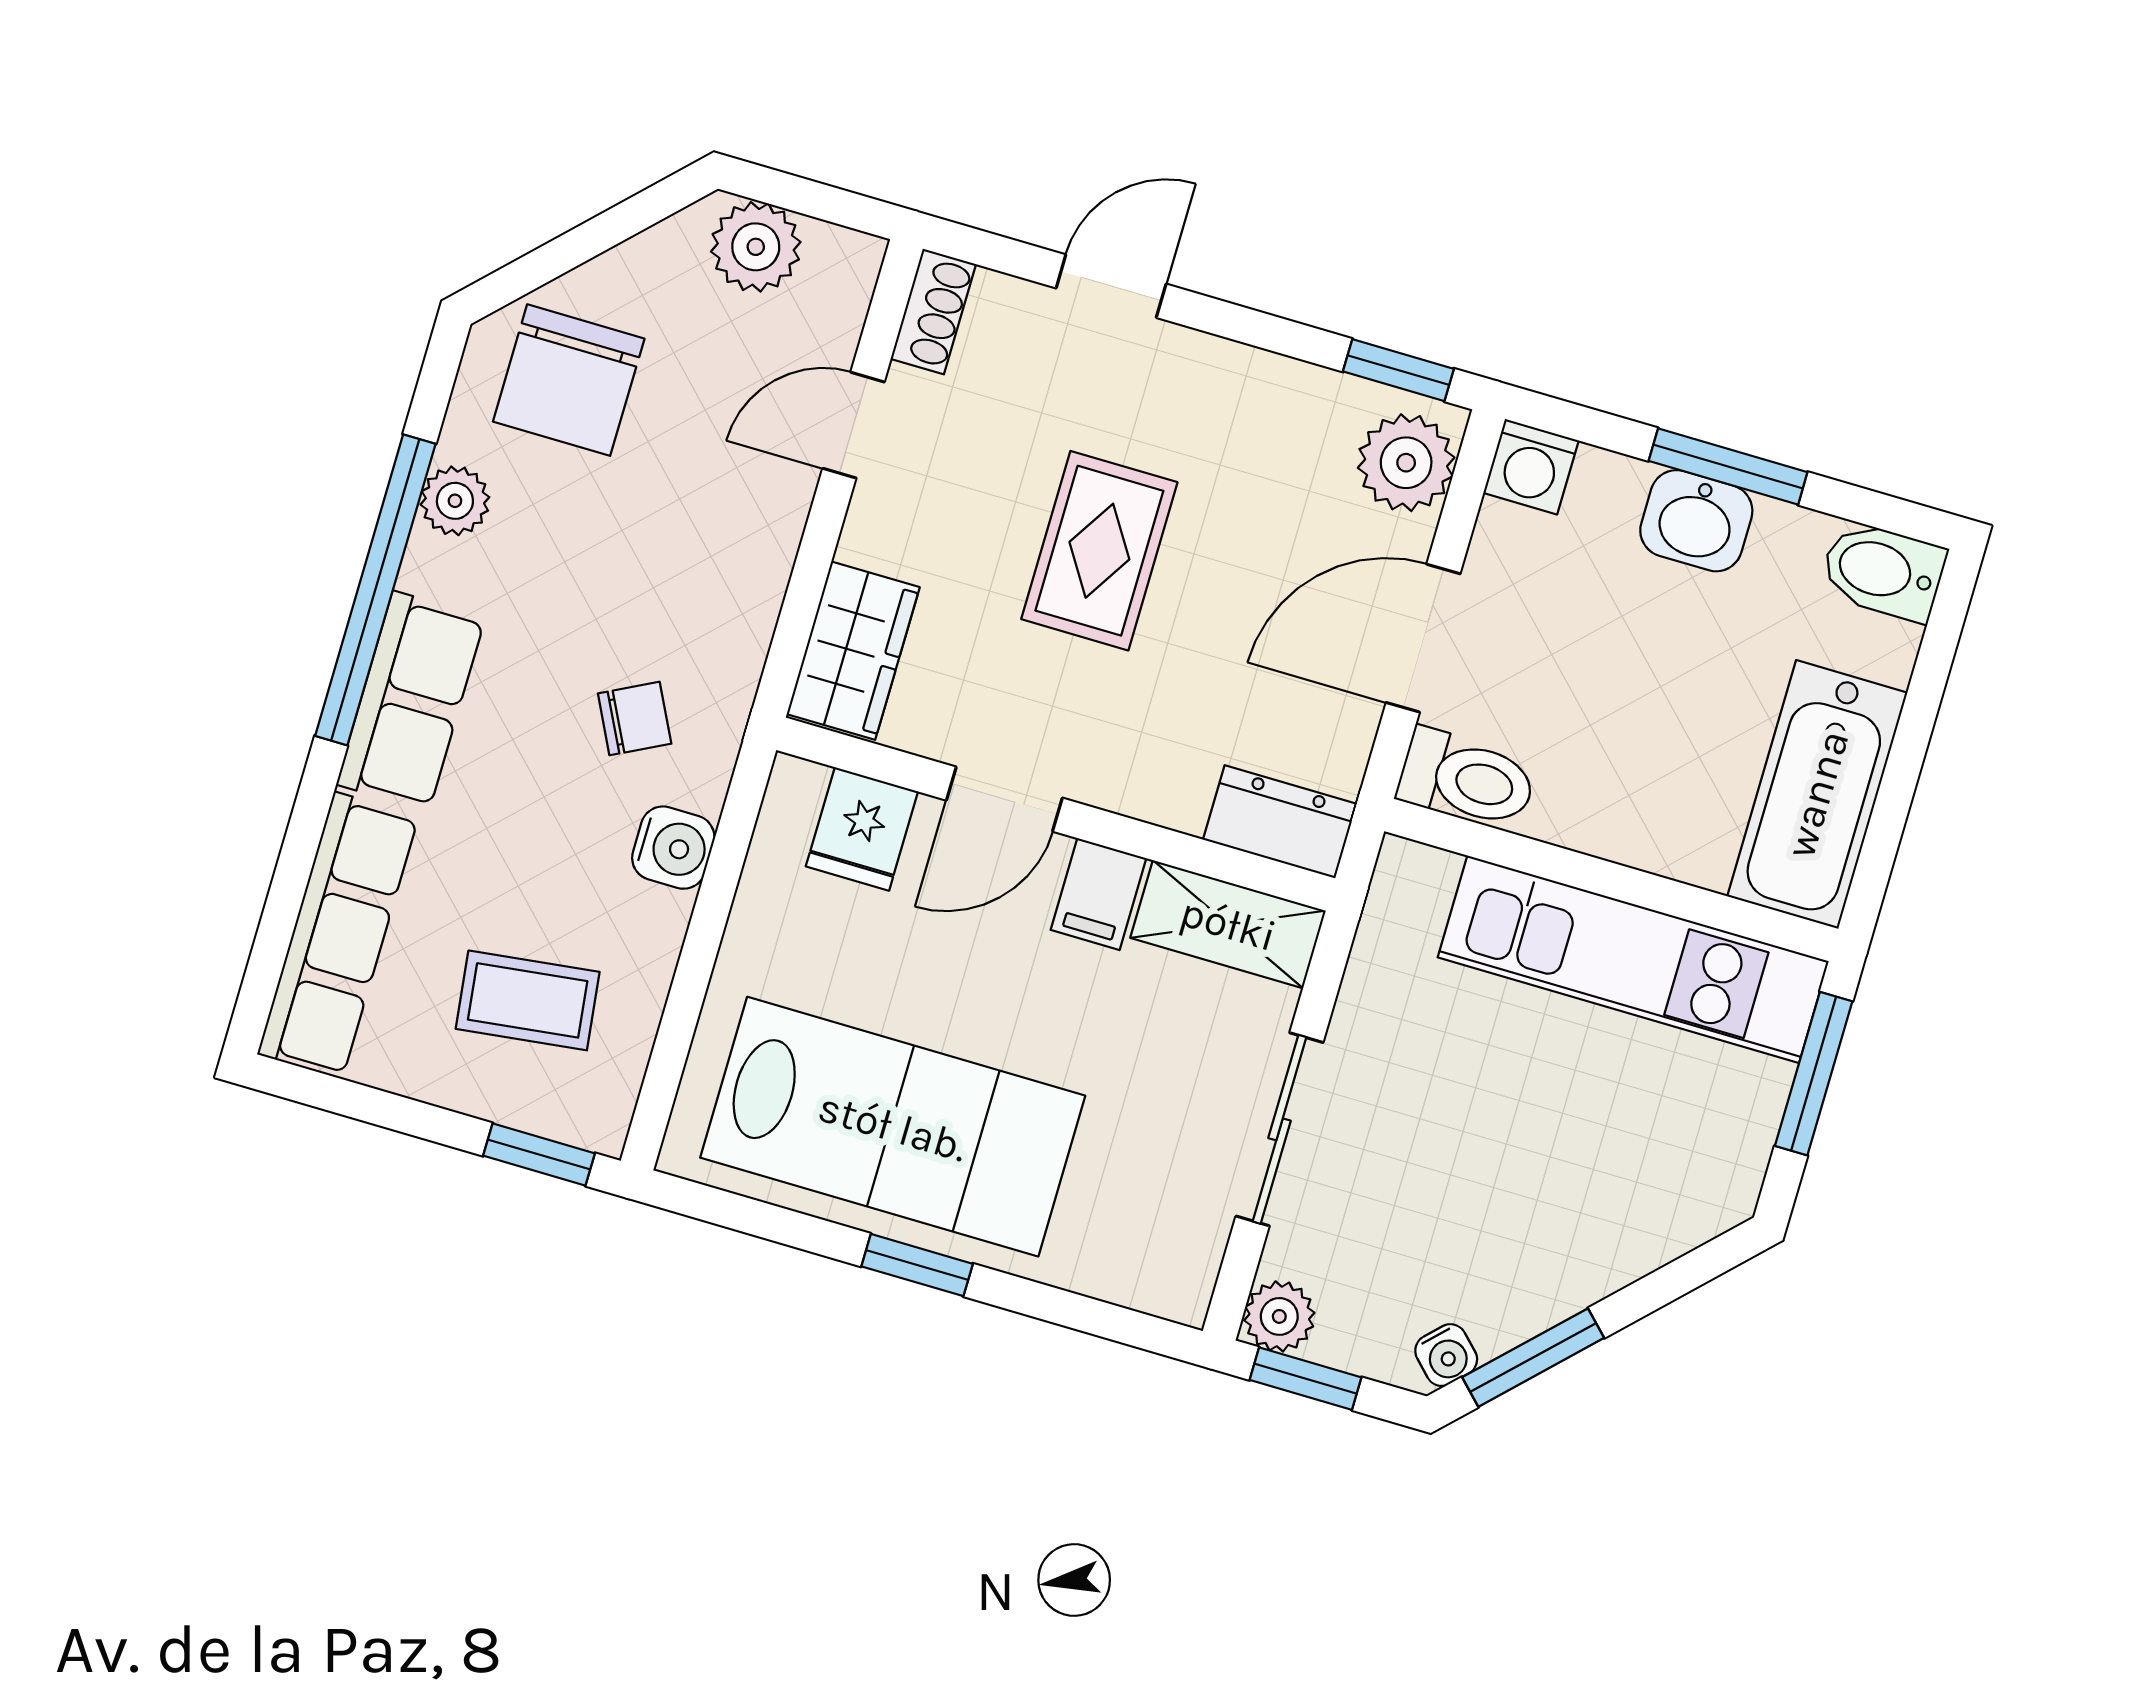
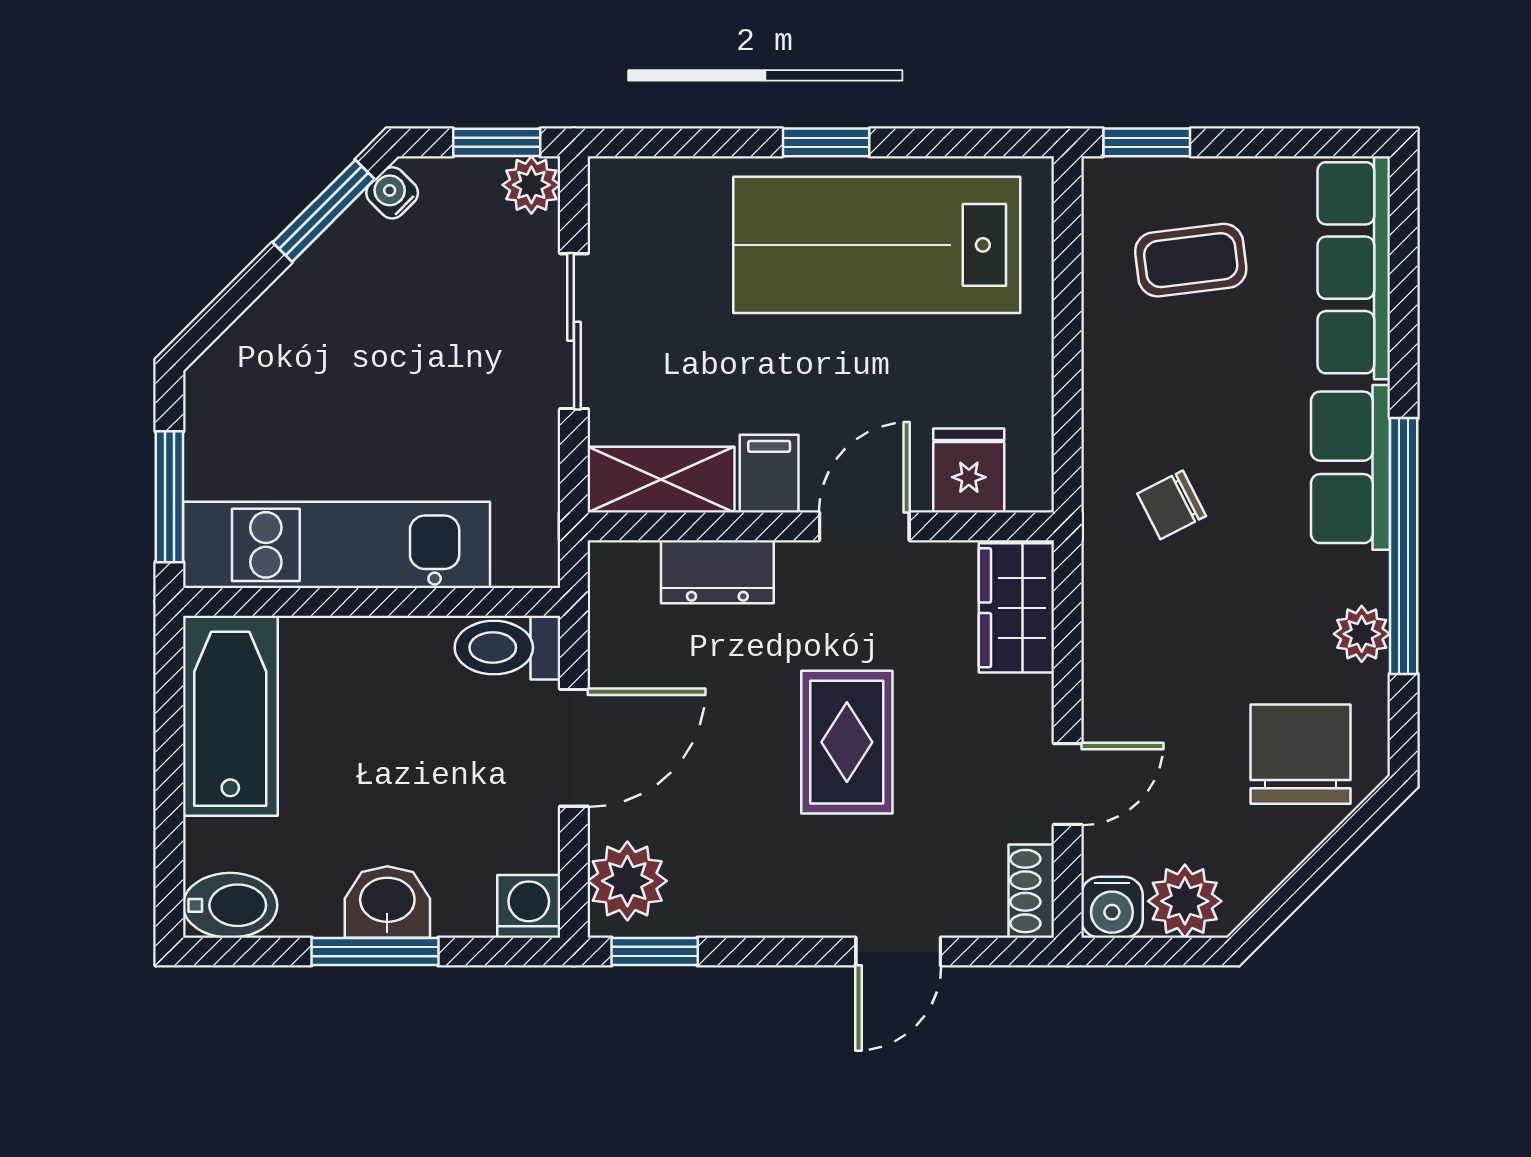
dresser: (1280, 822) -> (717, 572), moved
water cooler: (673, 848) -> (1112, 907), moved, turned -90

